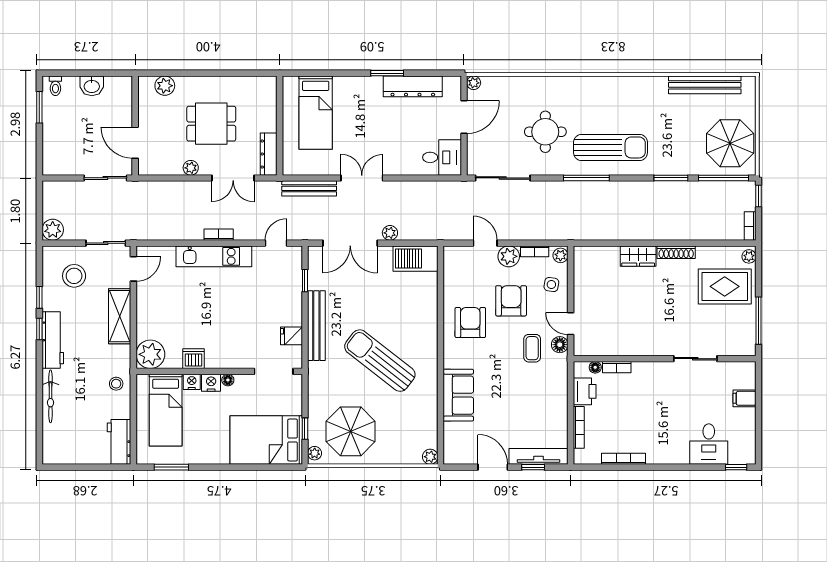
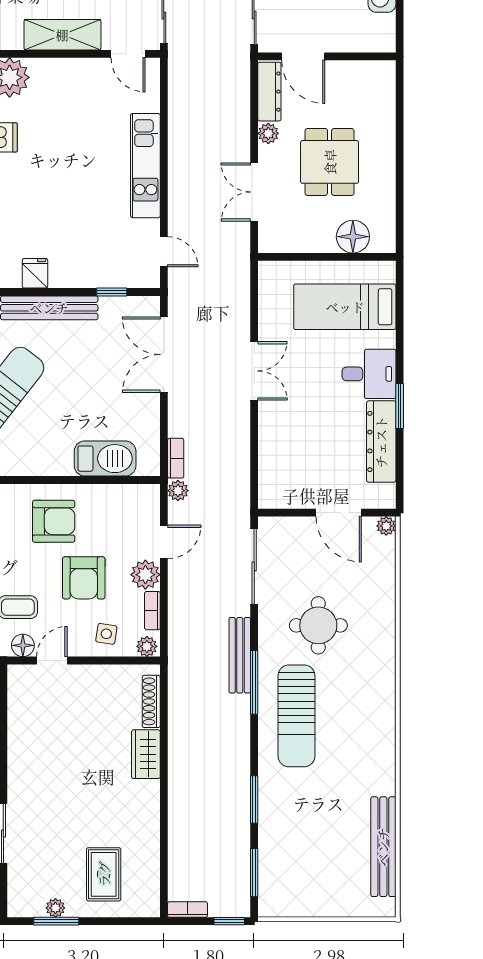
plant: (165, 86) -> (382, 97), removed
floor lamp: (265, 107) -> (353, 237), added
door: (135, 143) -> (303, 56), swing flipped
parasol: (730, 143) -> (302, 882), removed
dresser: (269, 154) -> (269, 92), moved, turned 90
desk: (442, 157) -> (369, 374), moved, turned -90
window: (723, 178) -> (254, 873), width x0.69
bench: (309, 188) -> (240, 655), moved
plant: (390, 233) -> (178, 491), moved
bookcase: (219, 235) -> (176, 458), moved
shoe rack: (676, 252) -> (151, 701), moved
plant: (749, 256) -> (55, 908), moved
barbecue: (415, 259) -> (105, 459), moved, turned 90
rug: (725, 286) -> (104, 874), width x0.73, depth x0.70
armchair: (511, 301) -> (84, 578), turned 90
window: (759, 321) -> (56, 921), width x0.69

